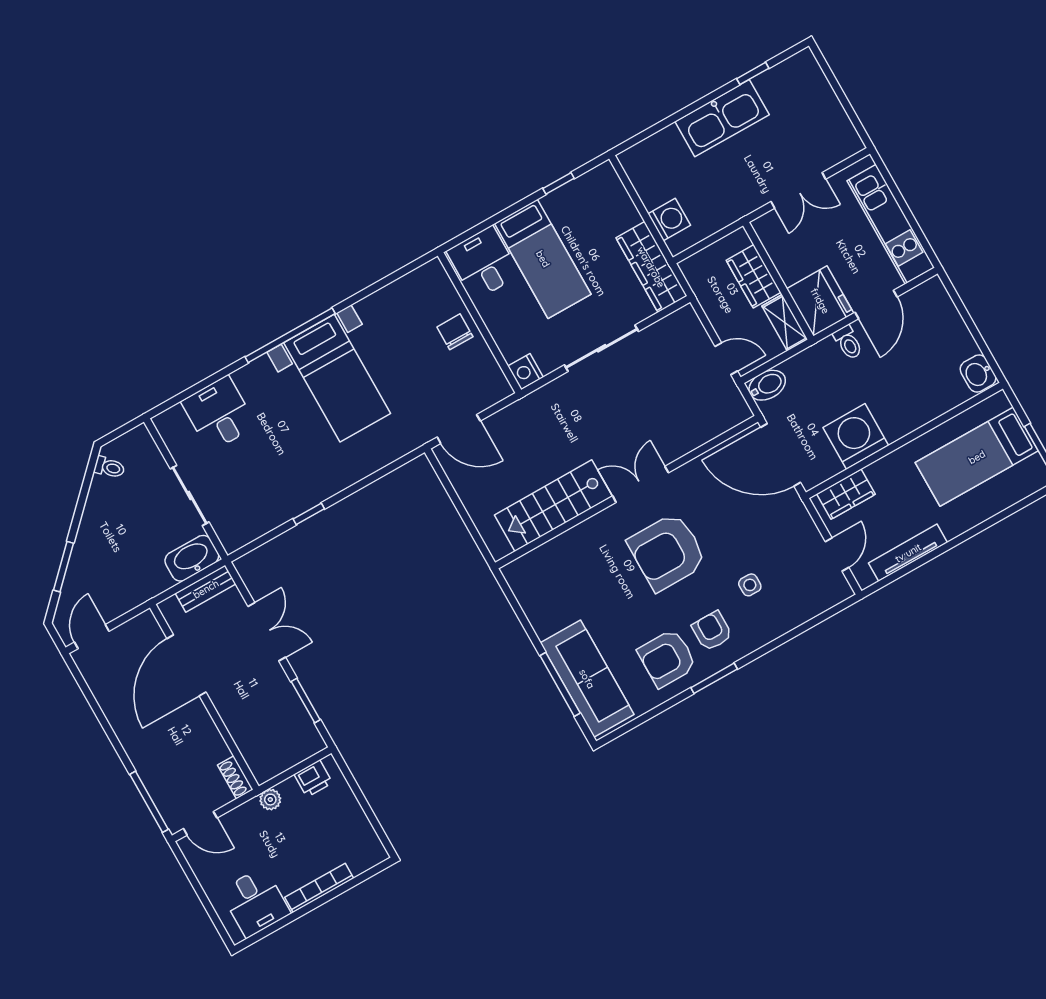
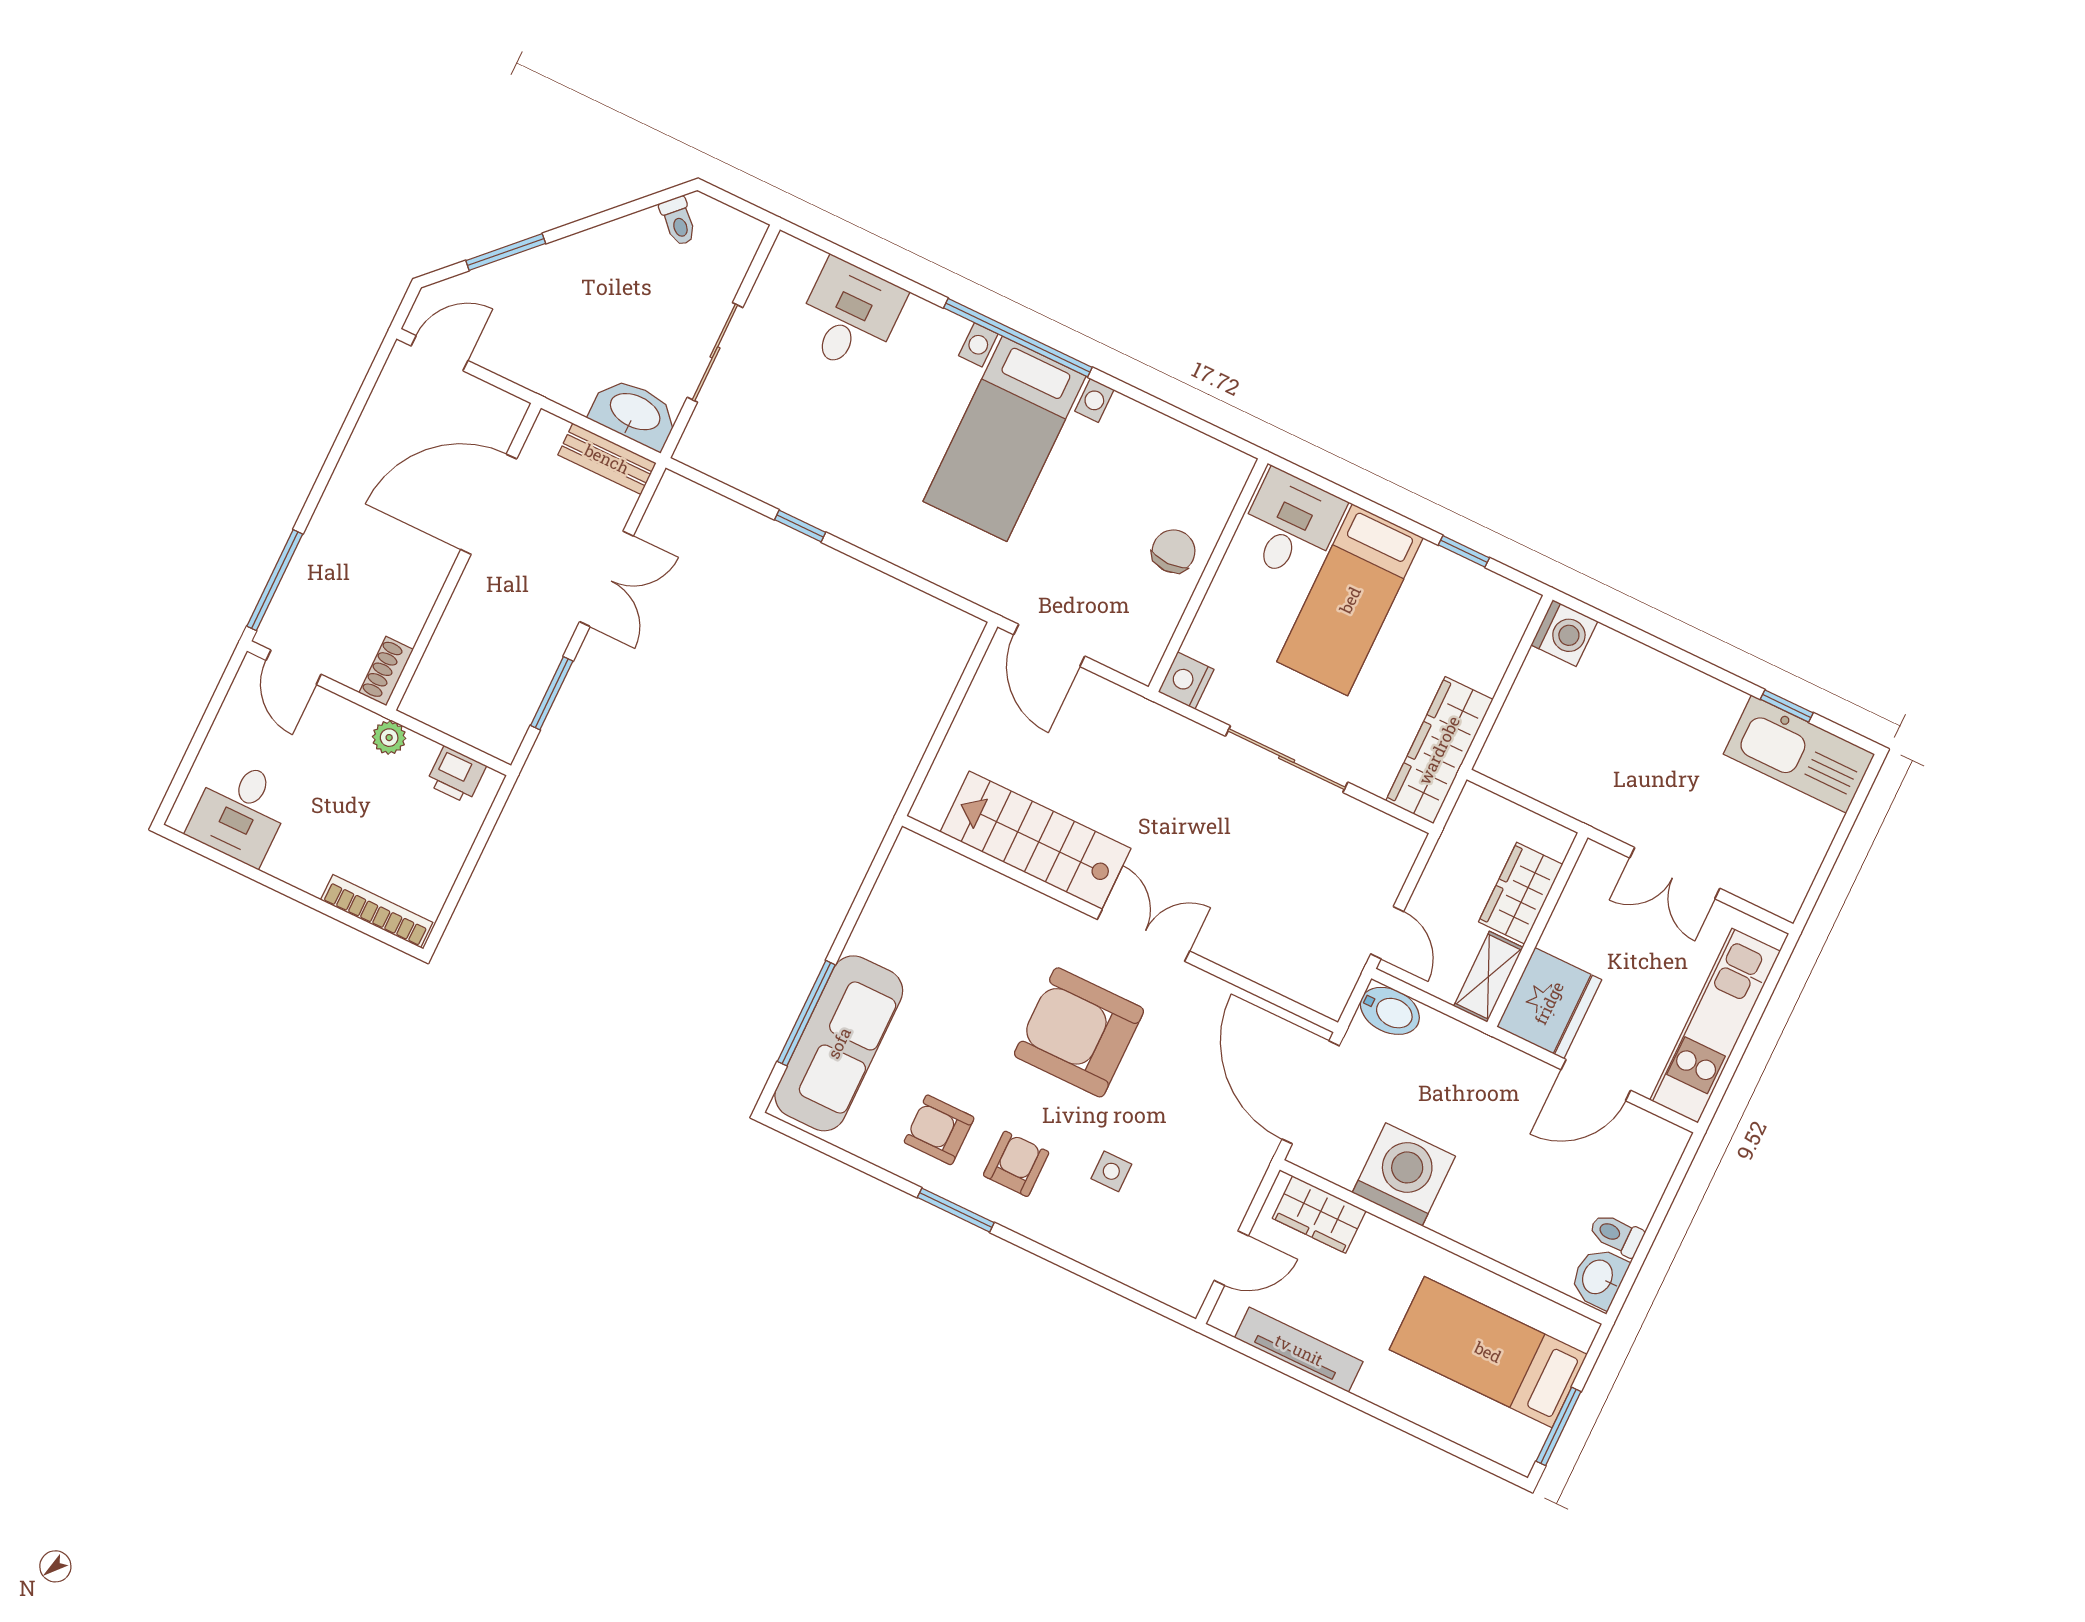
kitchen sink: (722, 118) -> (1799, 754), moved
washing machine: (669, 219) -> (1564, 633), moved
toilet: (848, 342) -> (1616, 1235), moved, turned 90
armchair: (667, 658) -> (939, 1130), width x0.72, depth x0.72
bookcase: (319, 888) -> (377, 911), moved

